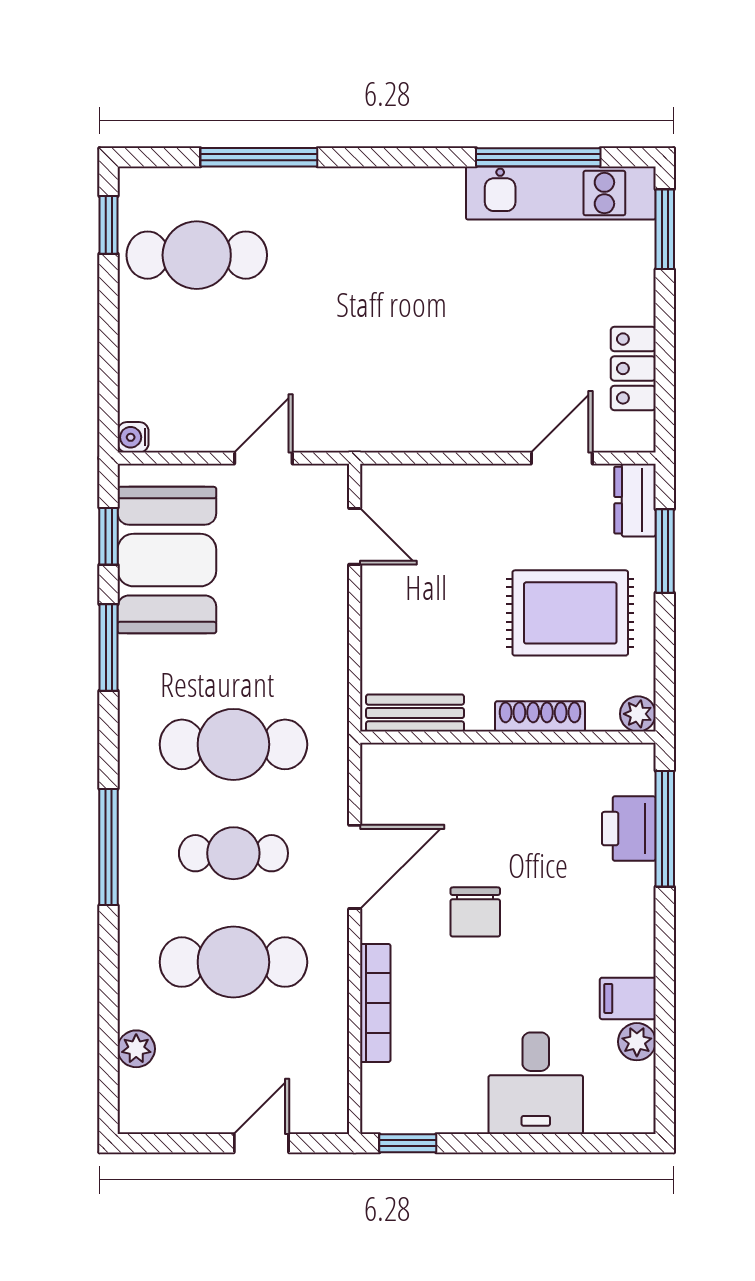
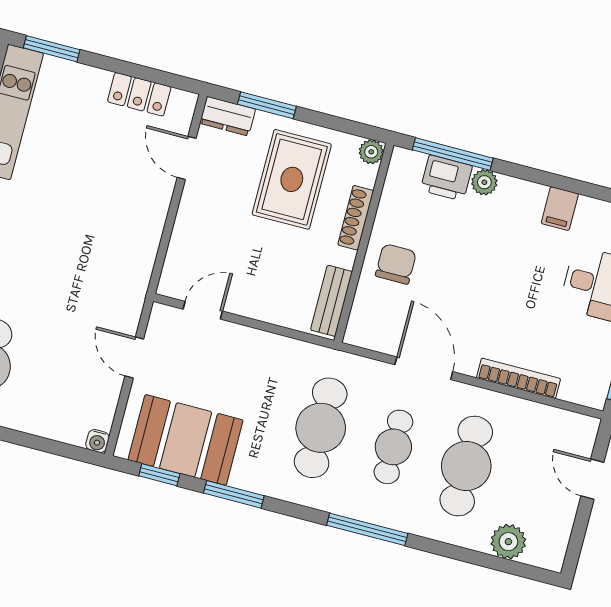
chair: (475, 912) -> (396, 264), moved, turned -90
plant: (637, 1042) -> (484, 182), moved
plant: (136, 1049) -> (508, 542), width x1.38, depth x1.38

